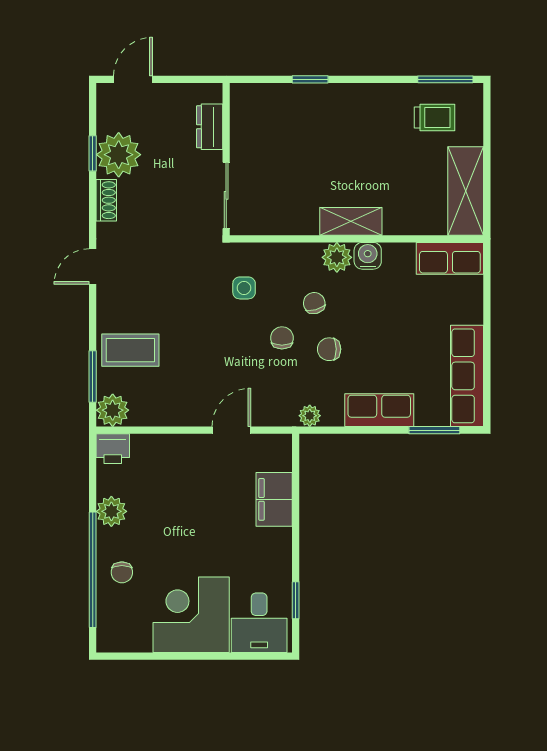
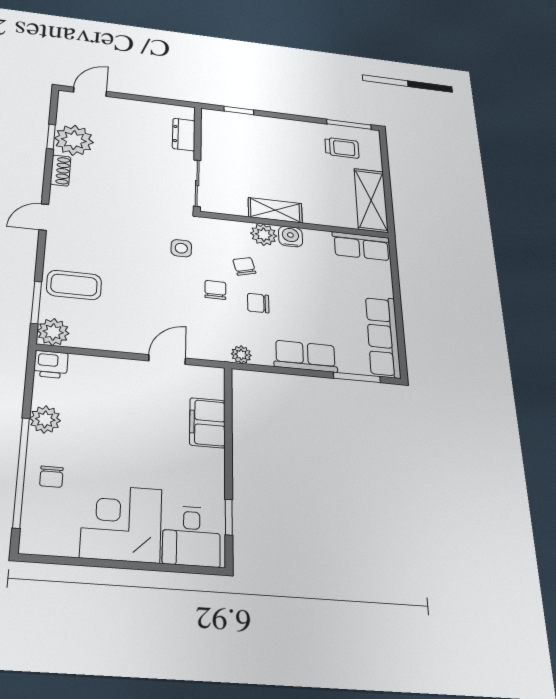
dresser: (210, 127) -> (184, 135), moved
wall: (226, 159) -> (197, 158), moved
sliding door: (226, 195) -> (197, 183), moved

